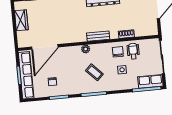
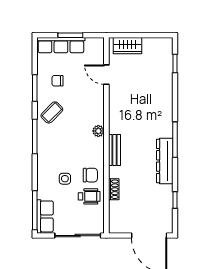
wardrobe: (21, 20) -> (127, 46), moved
door: (45, 47) -> (106, 75), width x0.53
coffee table: (94, 72) -> (52, 112), moved
row of seats: (26, 75) -> (61, 45), width x0.73

